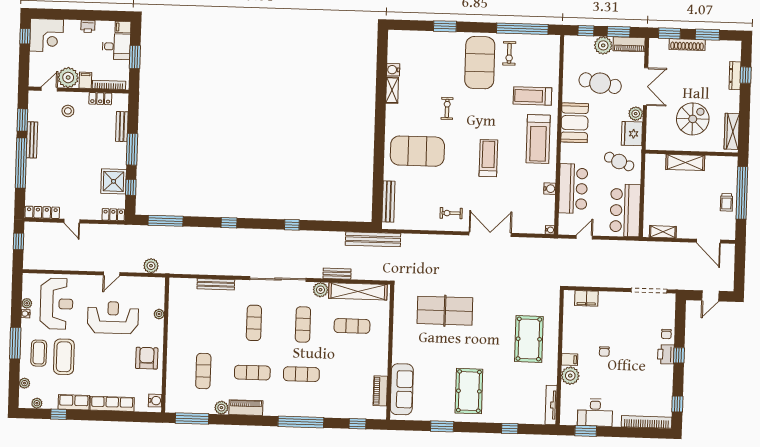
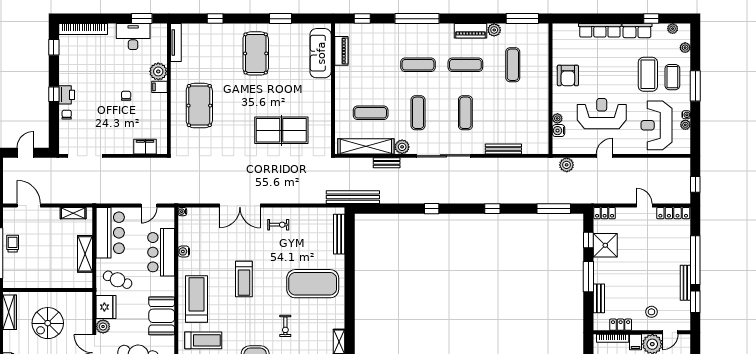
shelving: (685, 162) -> (85, 254), moved, turned 90
reception desk: (113, 318) -> (602, 114), turned 180
water cooler: (155, 401) -> (558, 131), moved

